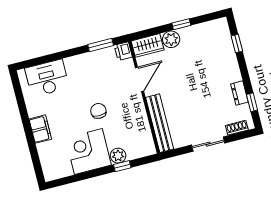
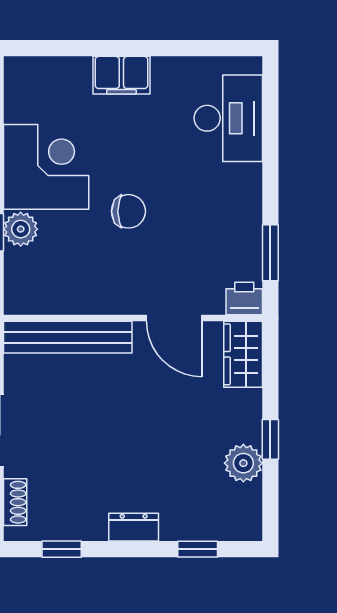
plant: (171, 39) -> (243, 463), moved
dresser: (239, 93) -> (134, 527), moved

